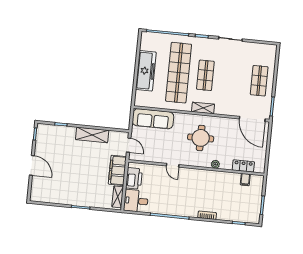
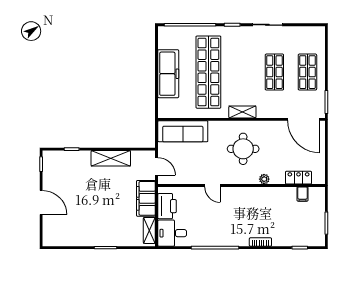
shop shelf: (205, 75) -> (274, 72), moved

